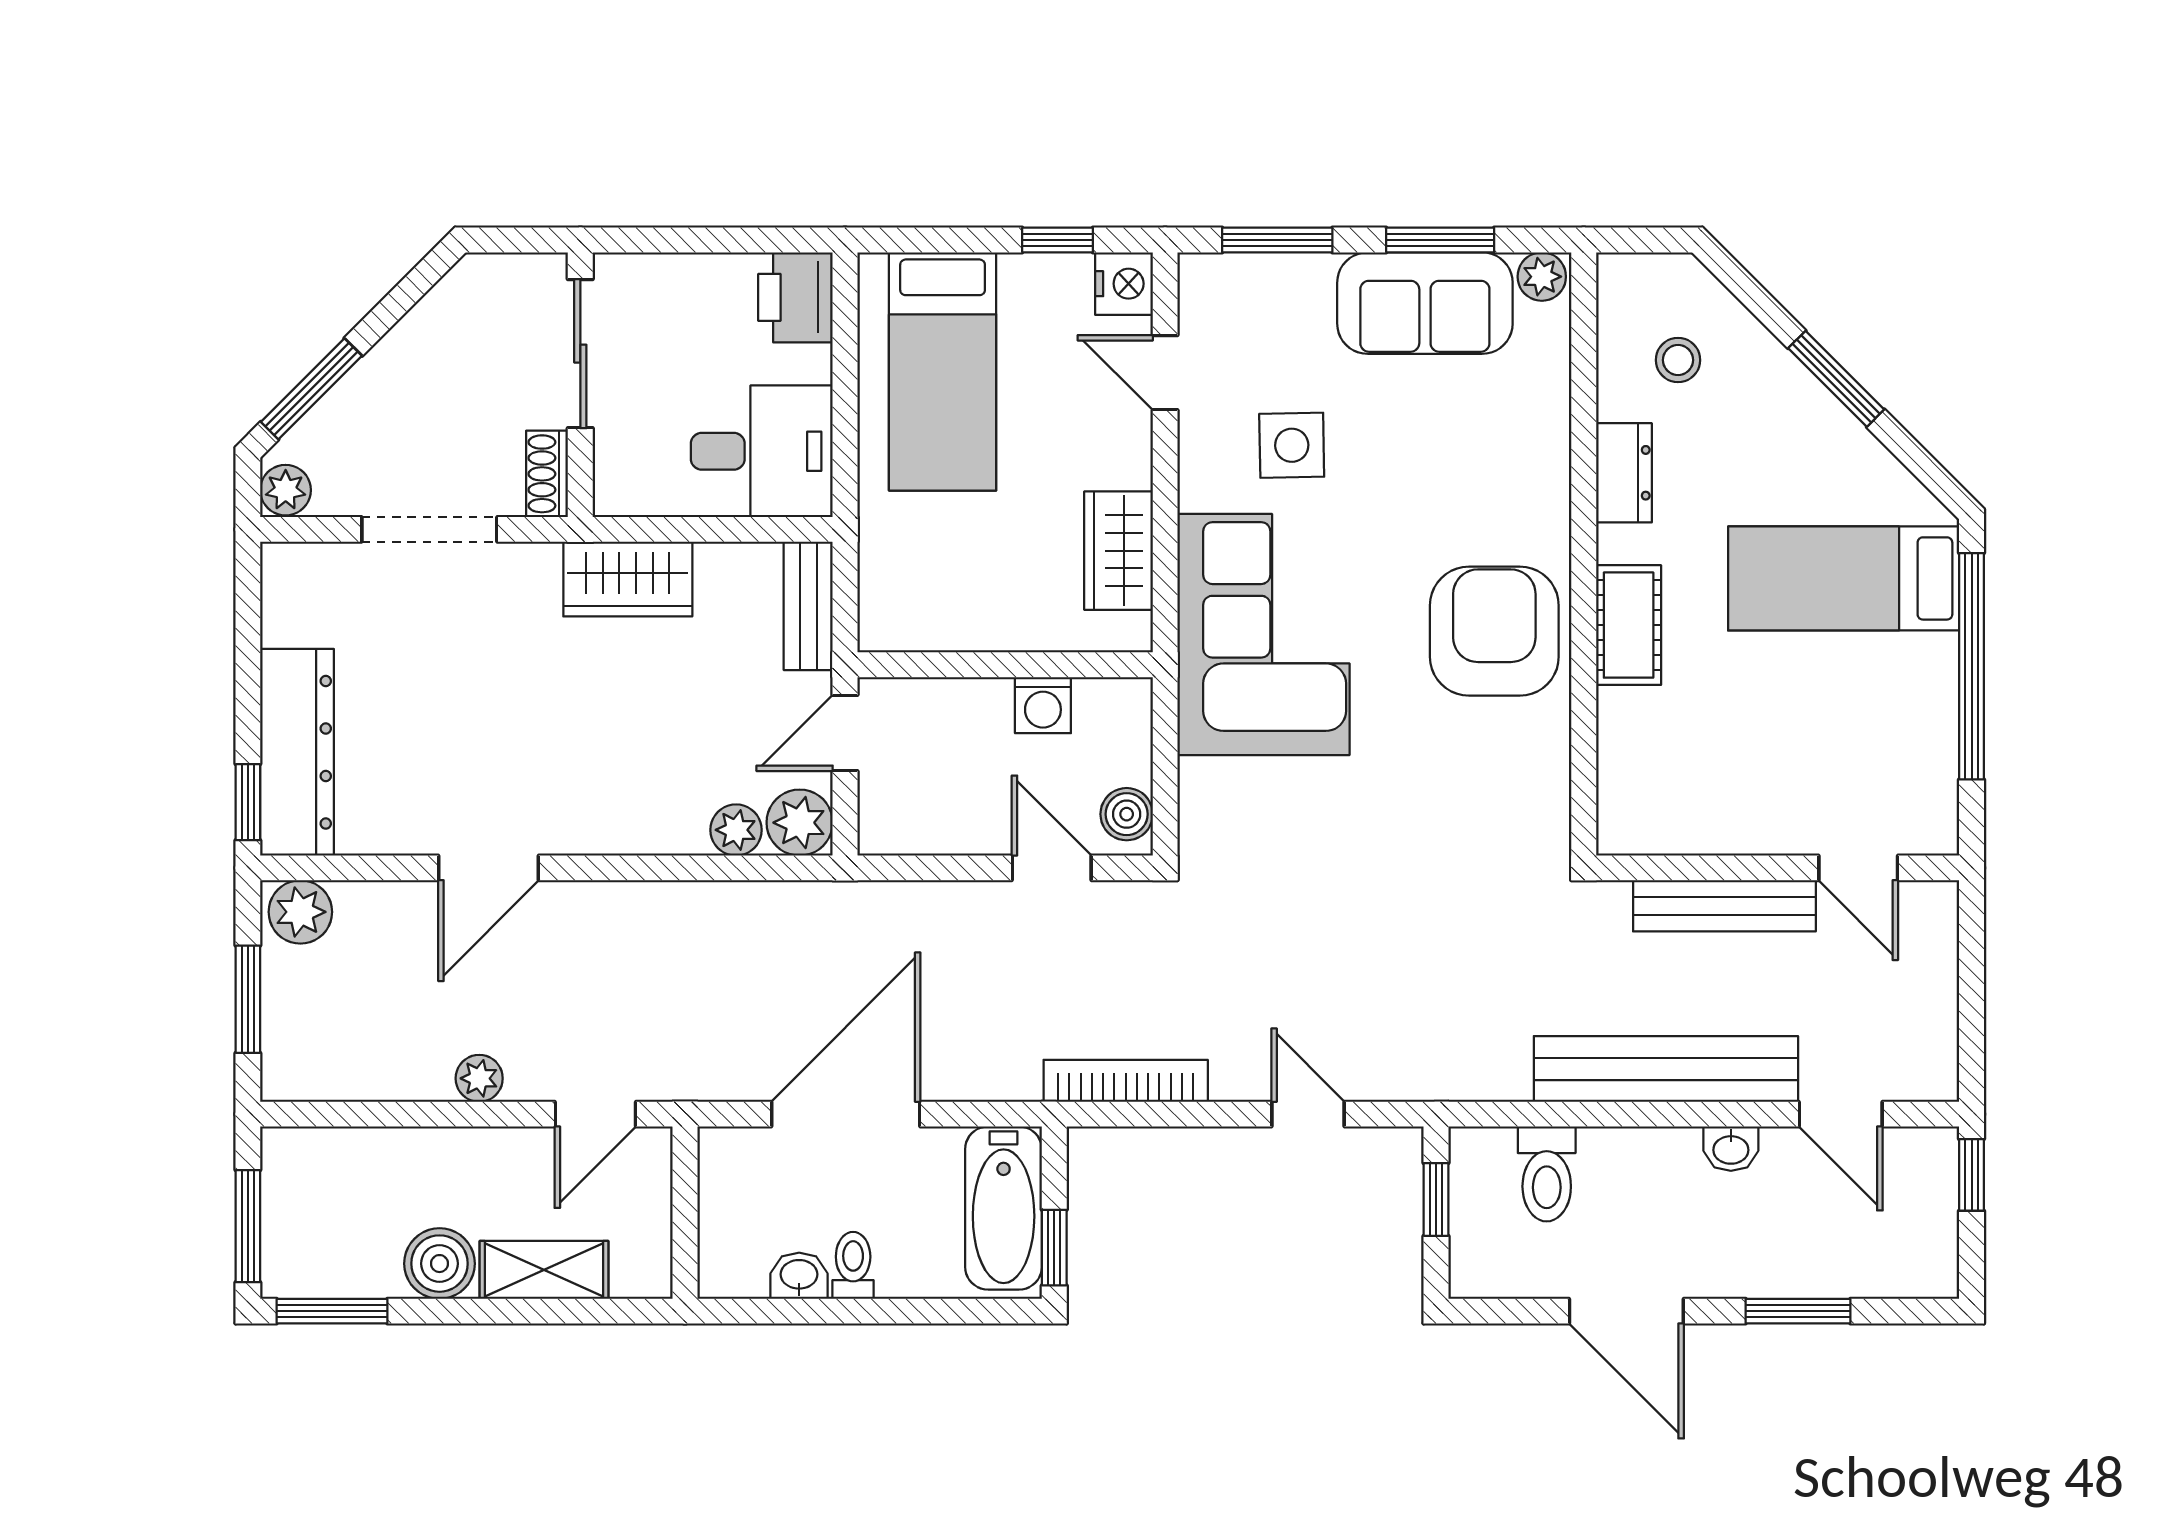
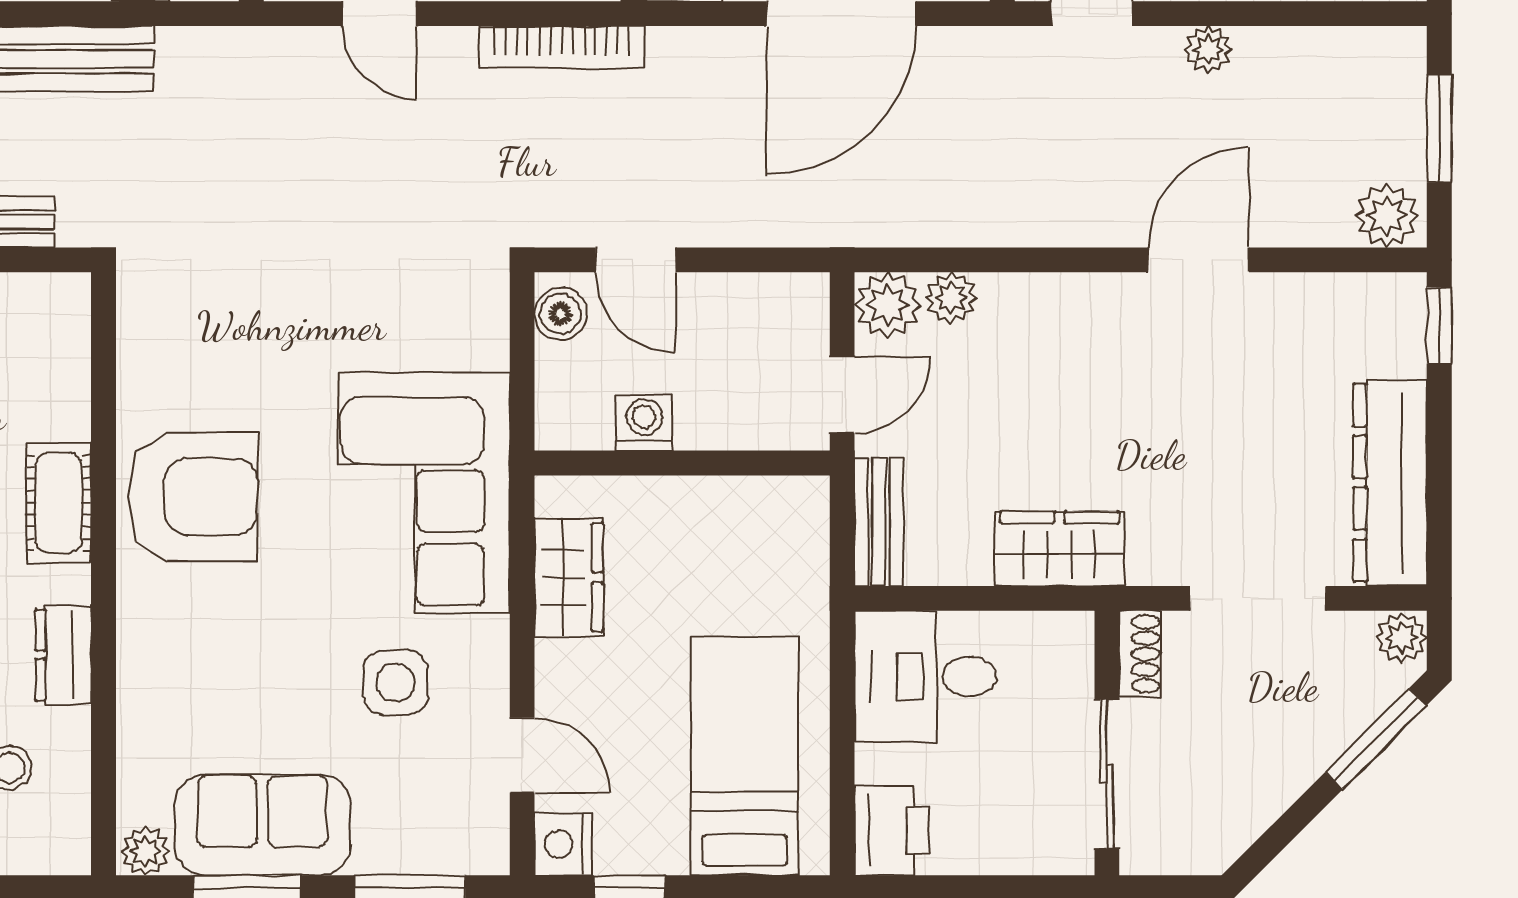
armchair: (1494, 631) -> (193, 497), turned -90
dresser: (297, 752) -> (1390, 483), moved

